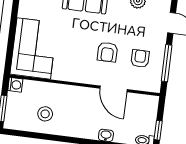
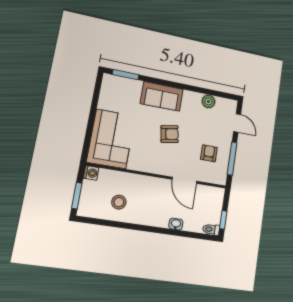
armchair: (107, 52) -> (170, 134), moved, turned -100

